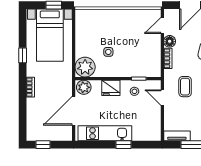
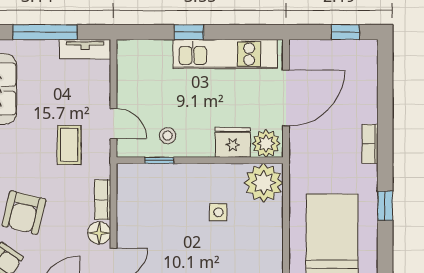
fridge: (111, 88) -> (233, 142), moved

